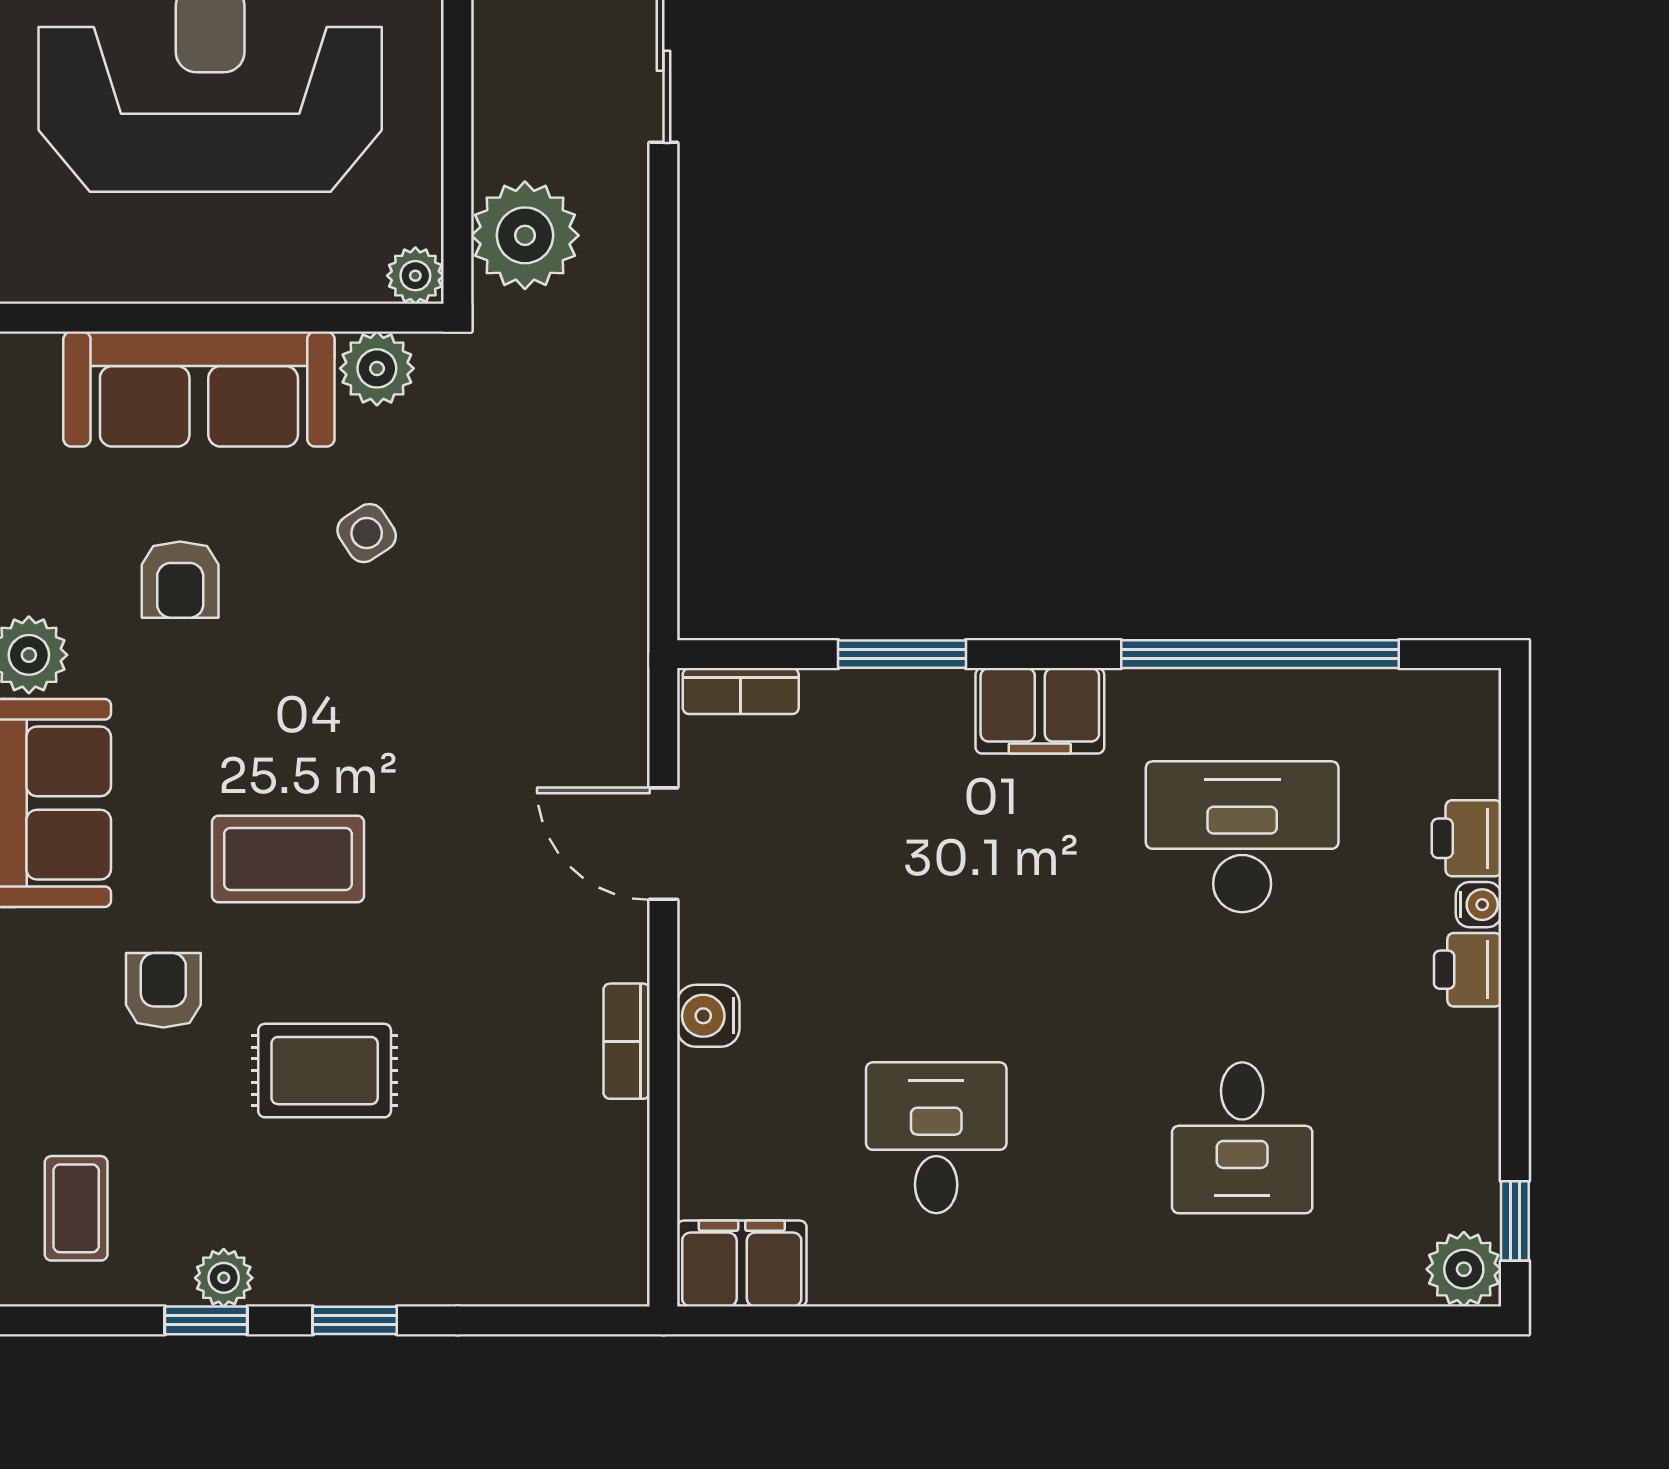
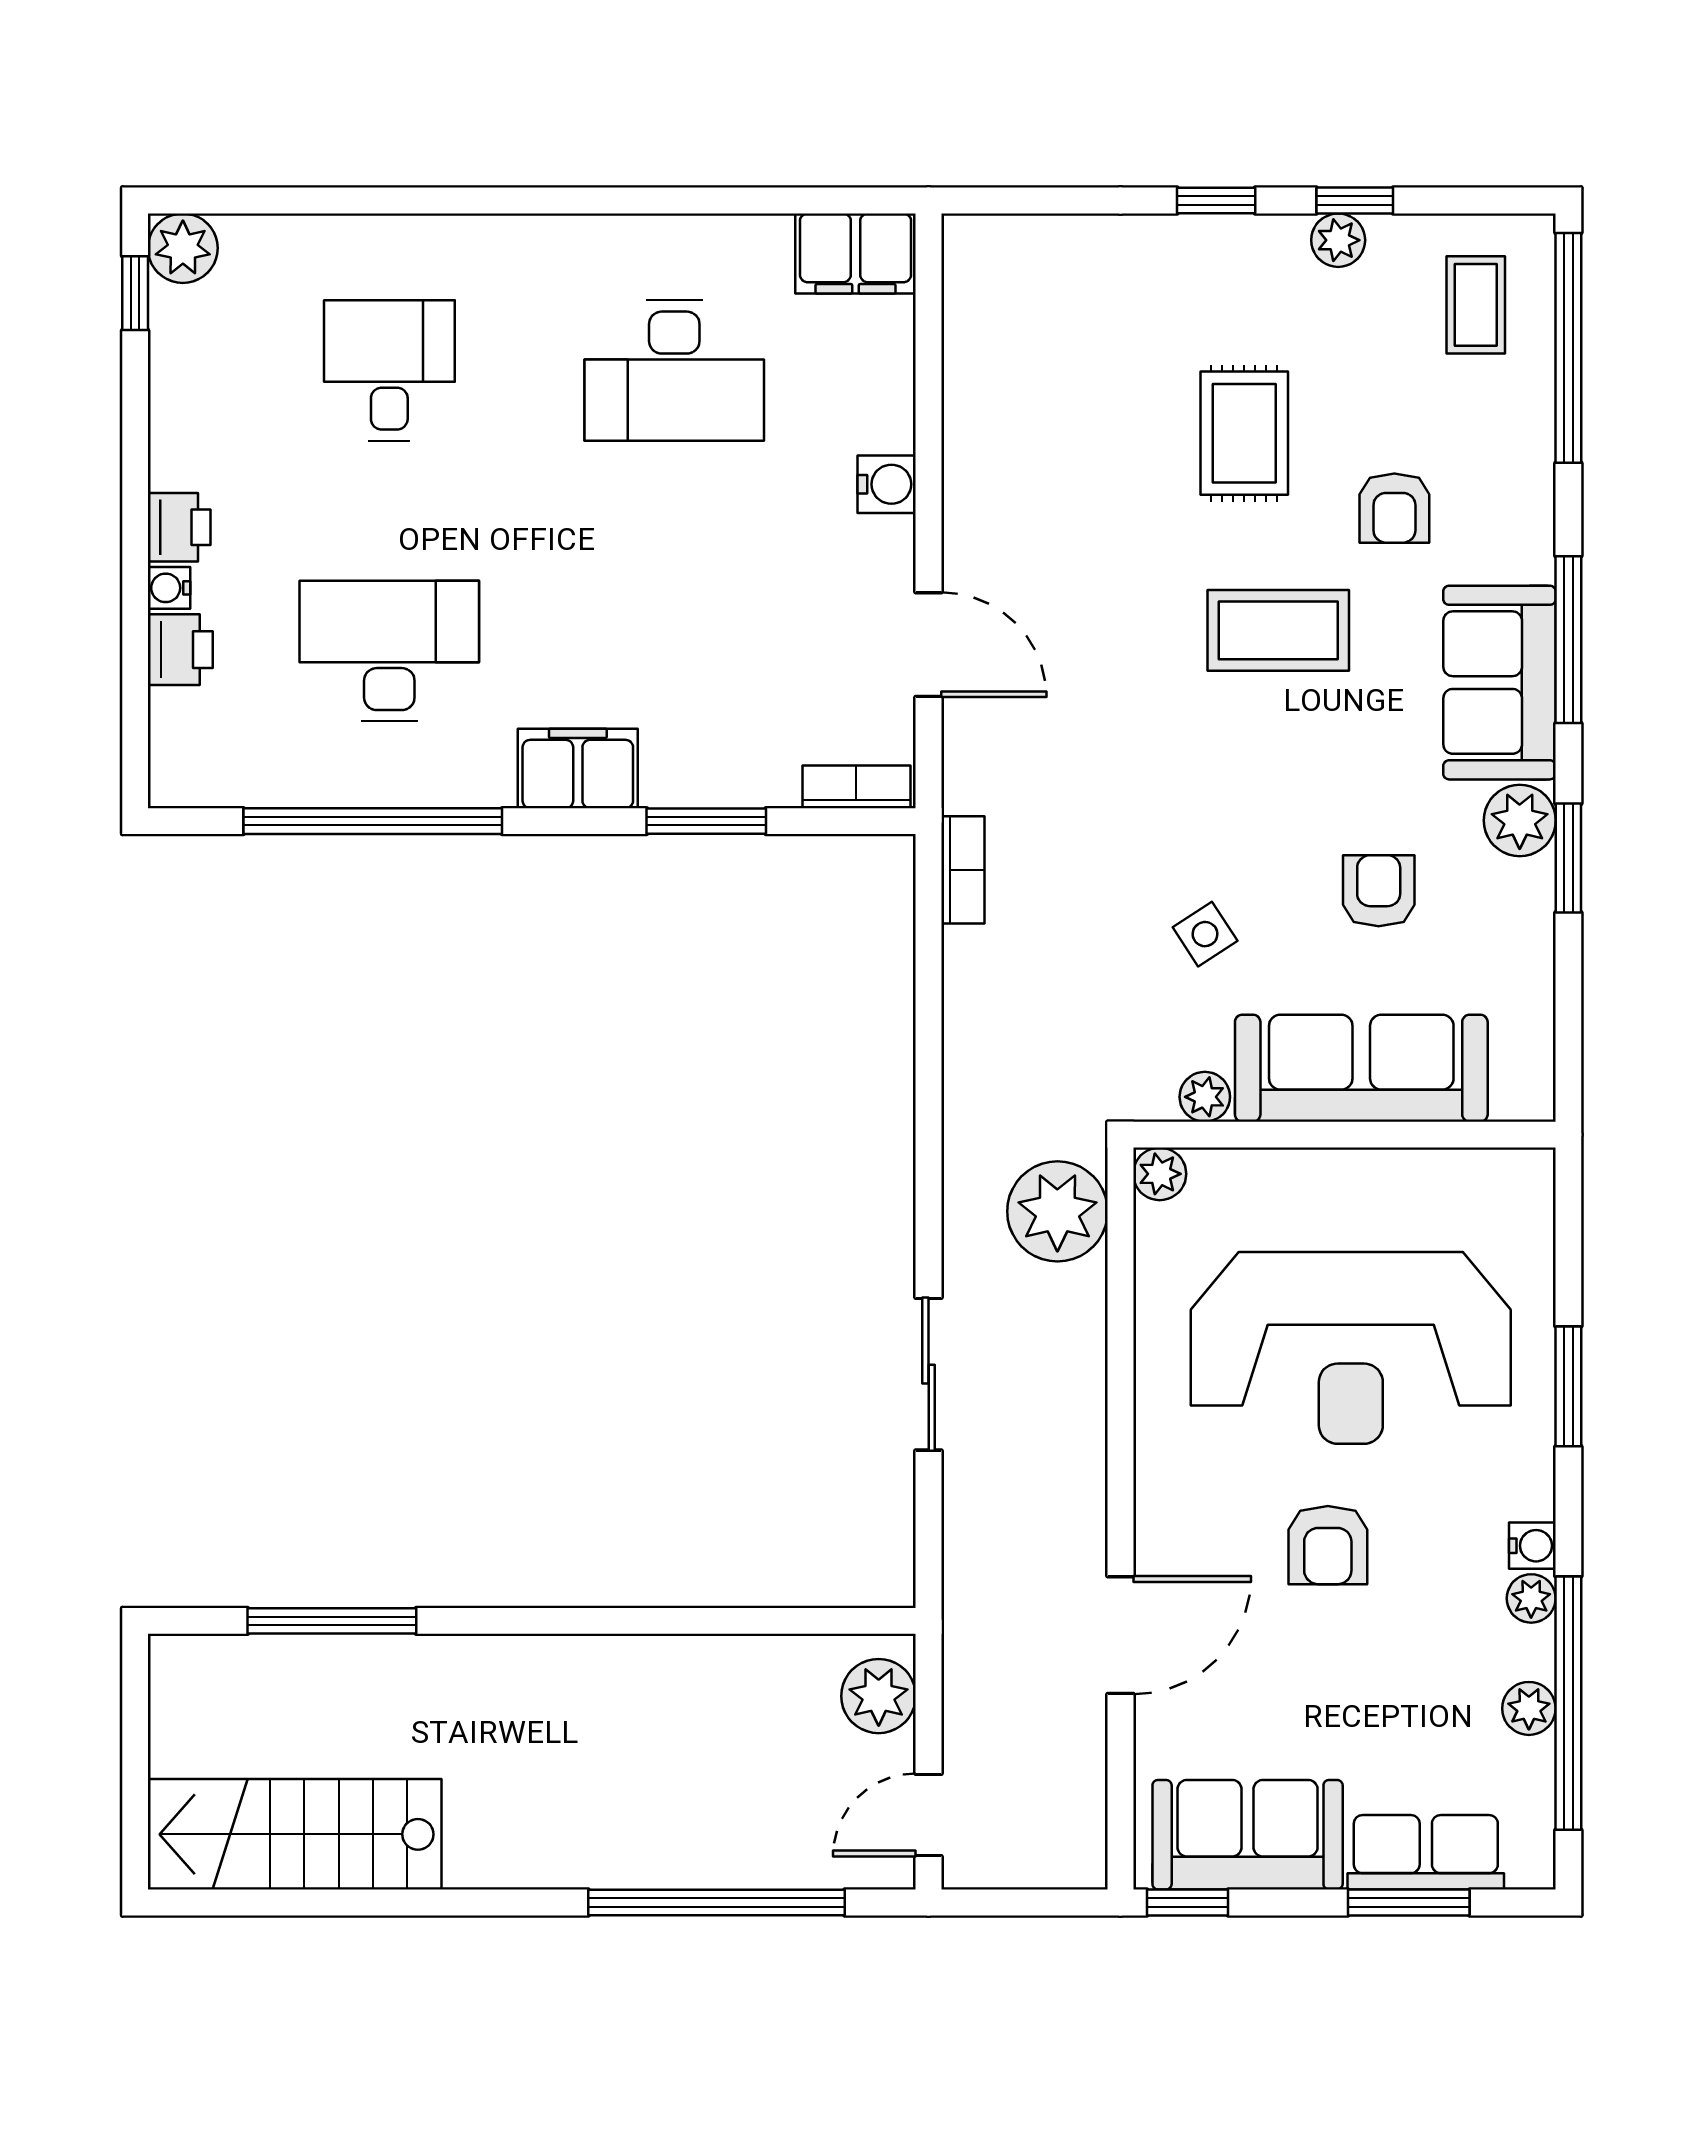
plant: (377, 368) -> (1205, 1097), width x0.73, depth x0.73
desk: (1242, 837) -> (389, 651), turned 180
bookcase: (627, 1041) -> (963, 870), moved
rug: (325, 1071) -> (1244, 433), turned 90
desk: (936, 1138) -> (674, 371), width x1.37

